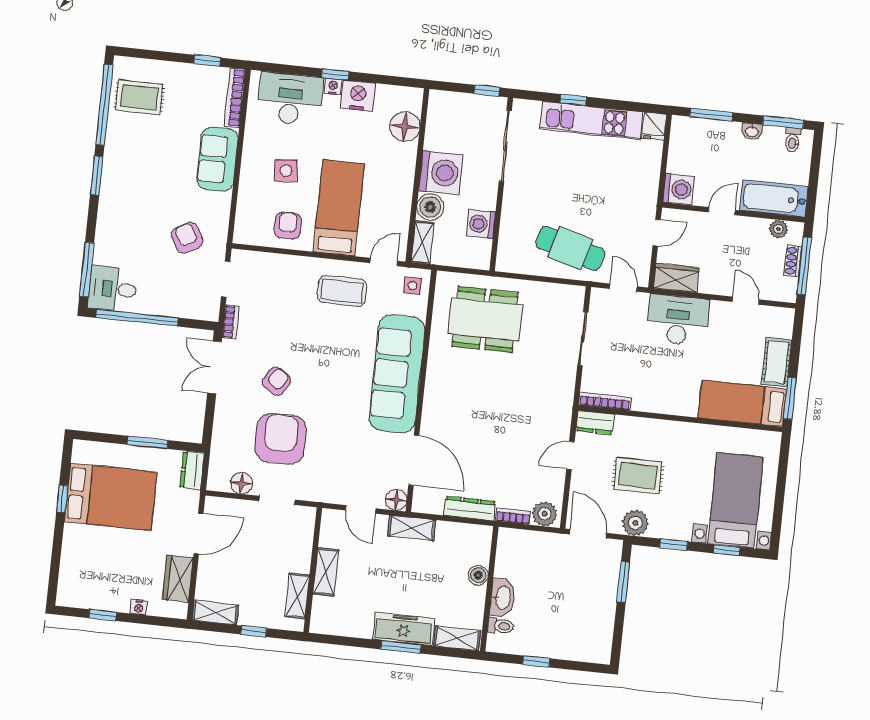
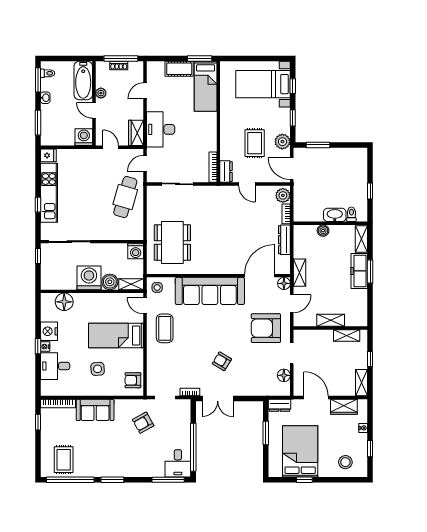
desk: (290, 99) -> (55, 366), width x0.73
washing machine: (481, 224) -> (136, 251), moved
armchair: (288, 226) -> (133, 380), moved
plant: (778, 229) -> (101, 93), moved
armchair: (281, 439) -> (266, 328), moved
door: (588, 534) -> (292, 169), hinge flipped
stool: (84, 571) -> (345, 462), added

